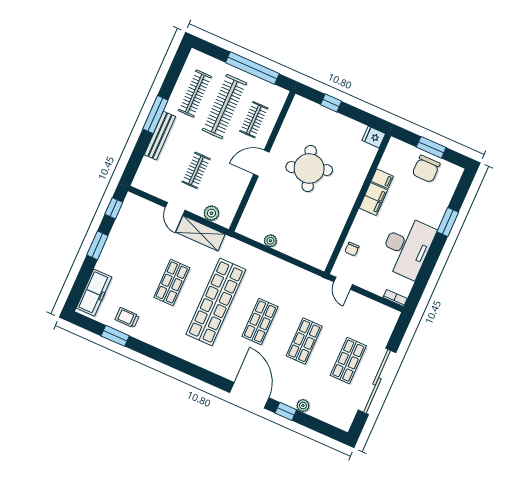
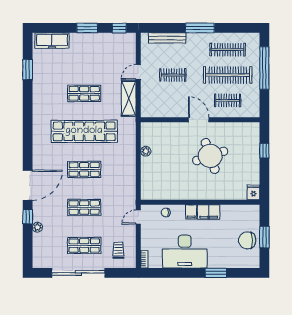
window: (252, 68) -> (264, 68), moved
bench: (160, 136) -> (167, 38), moved
filing cabinet: (382, 179) -> (191, 212), moved
plant: (211, 213) -> (147, 100), removed
trolley: (127, 318) -> (118, 250), moved

